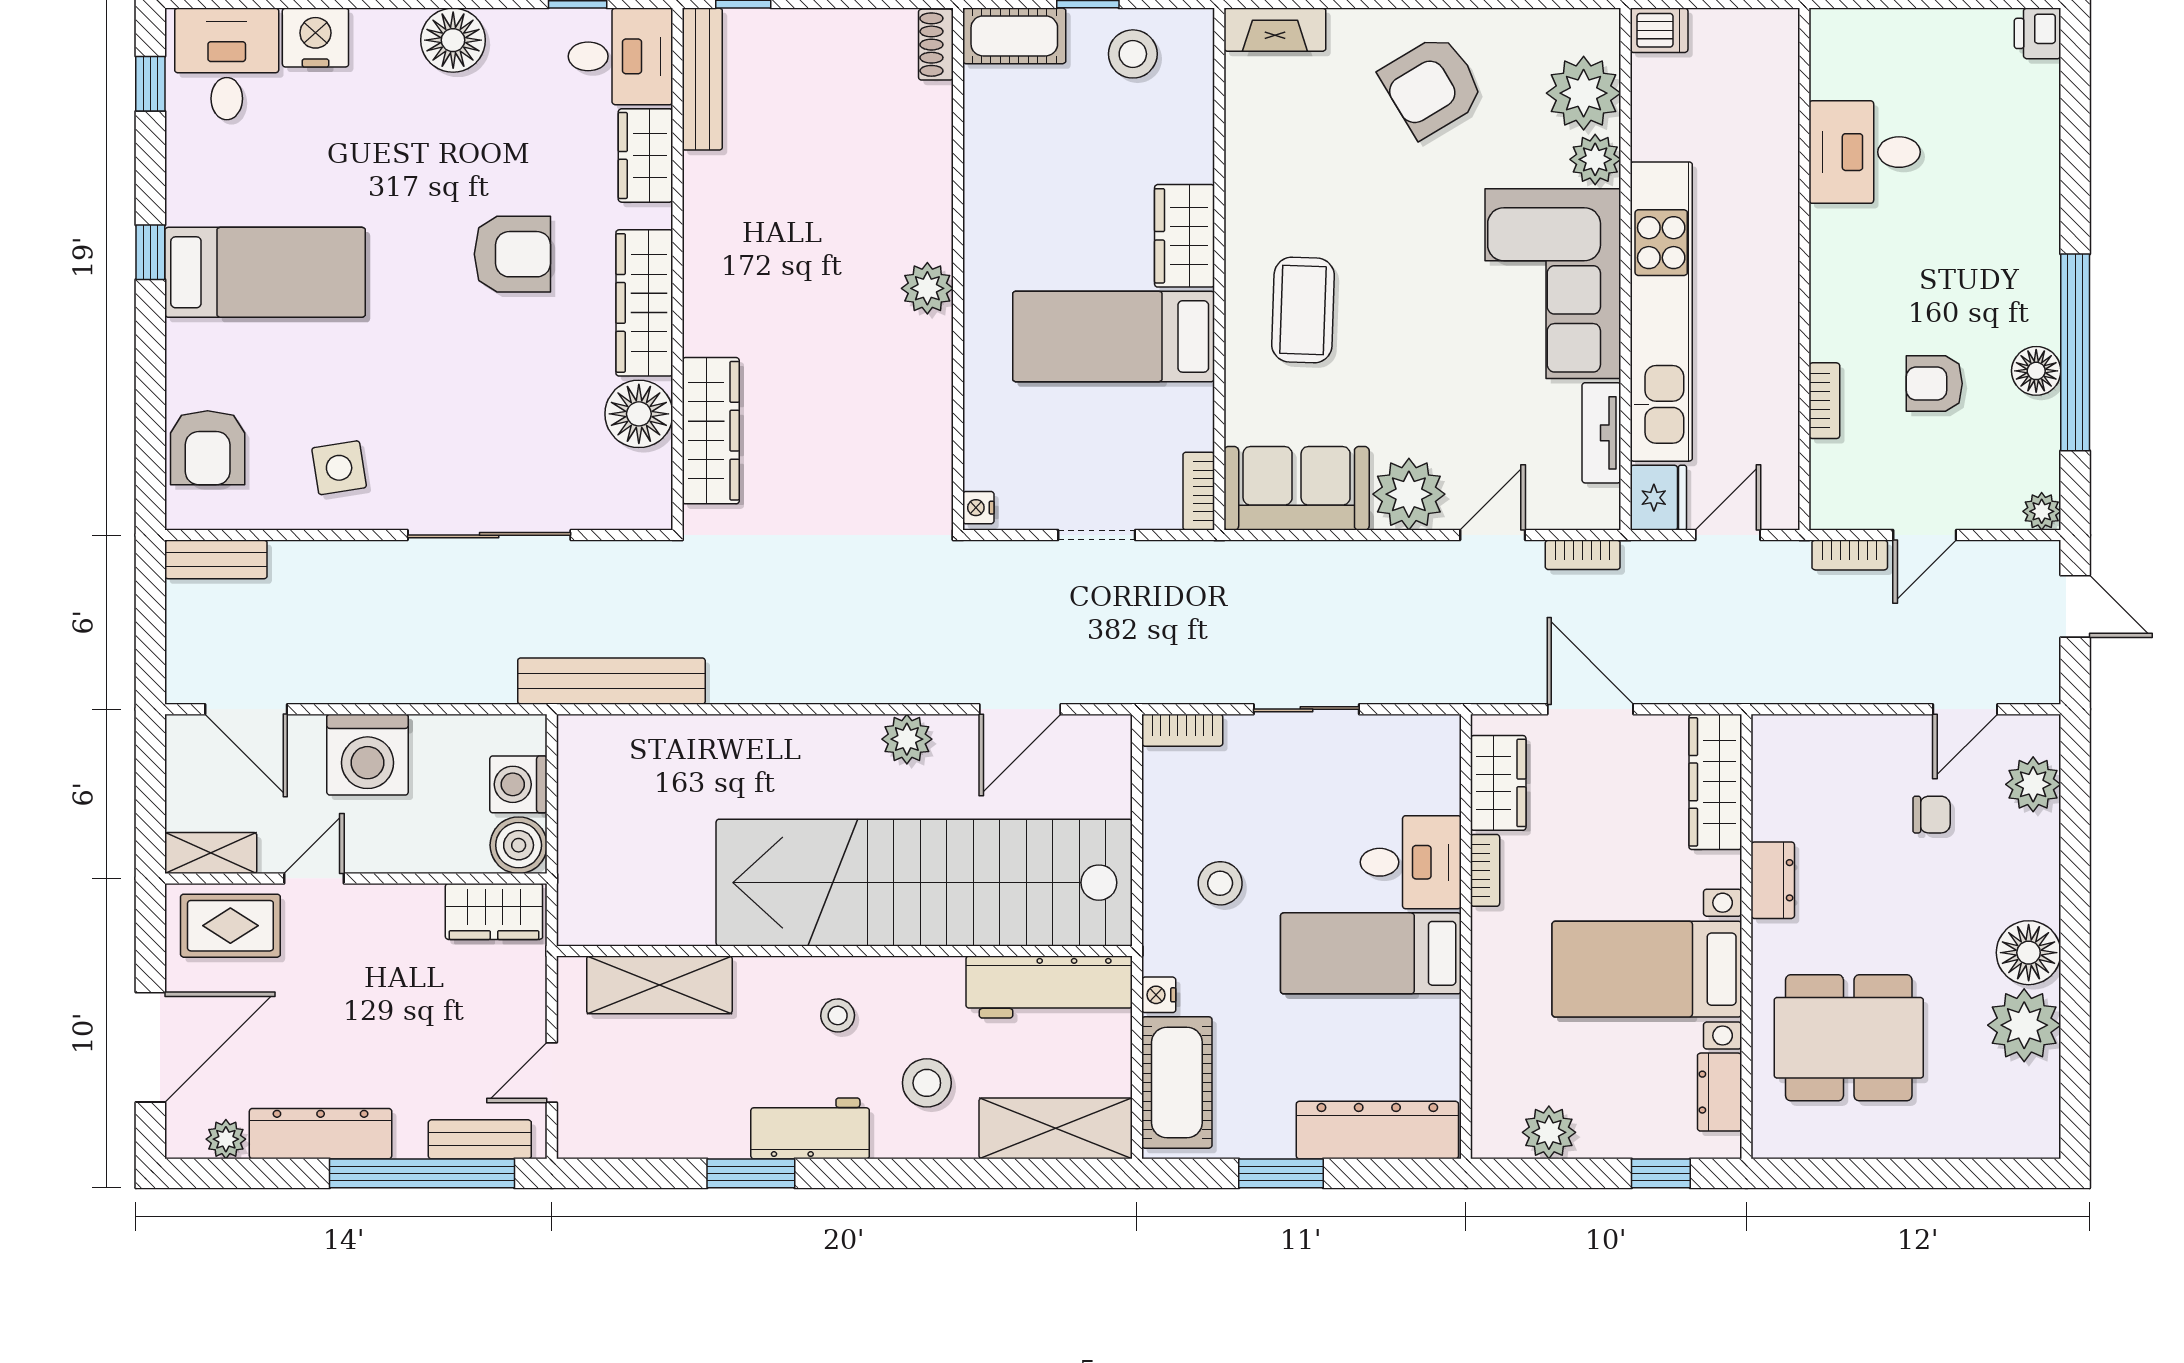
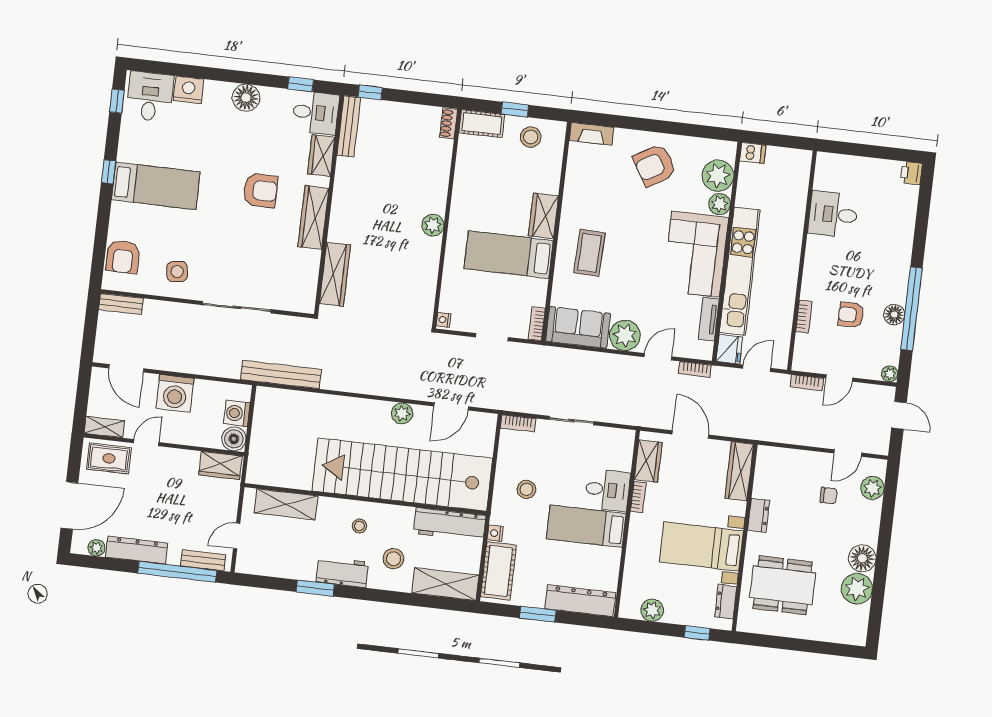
floor lamp: (639, 414) -> (306, 264), removed

